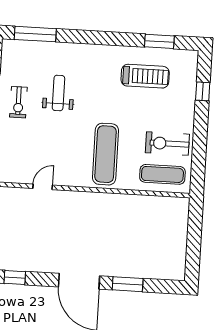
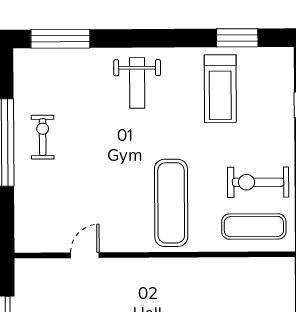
treadmill: (145, 76) -> (220, 89), turned 90
weight bench: (58, 93) -> (137, 83), moved, turned 180
exercise bike: (18, 102) -> (43, 137), turned 180

